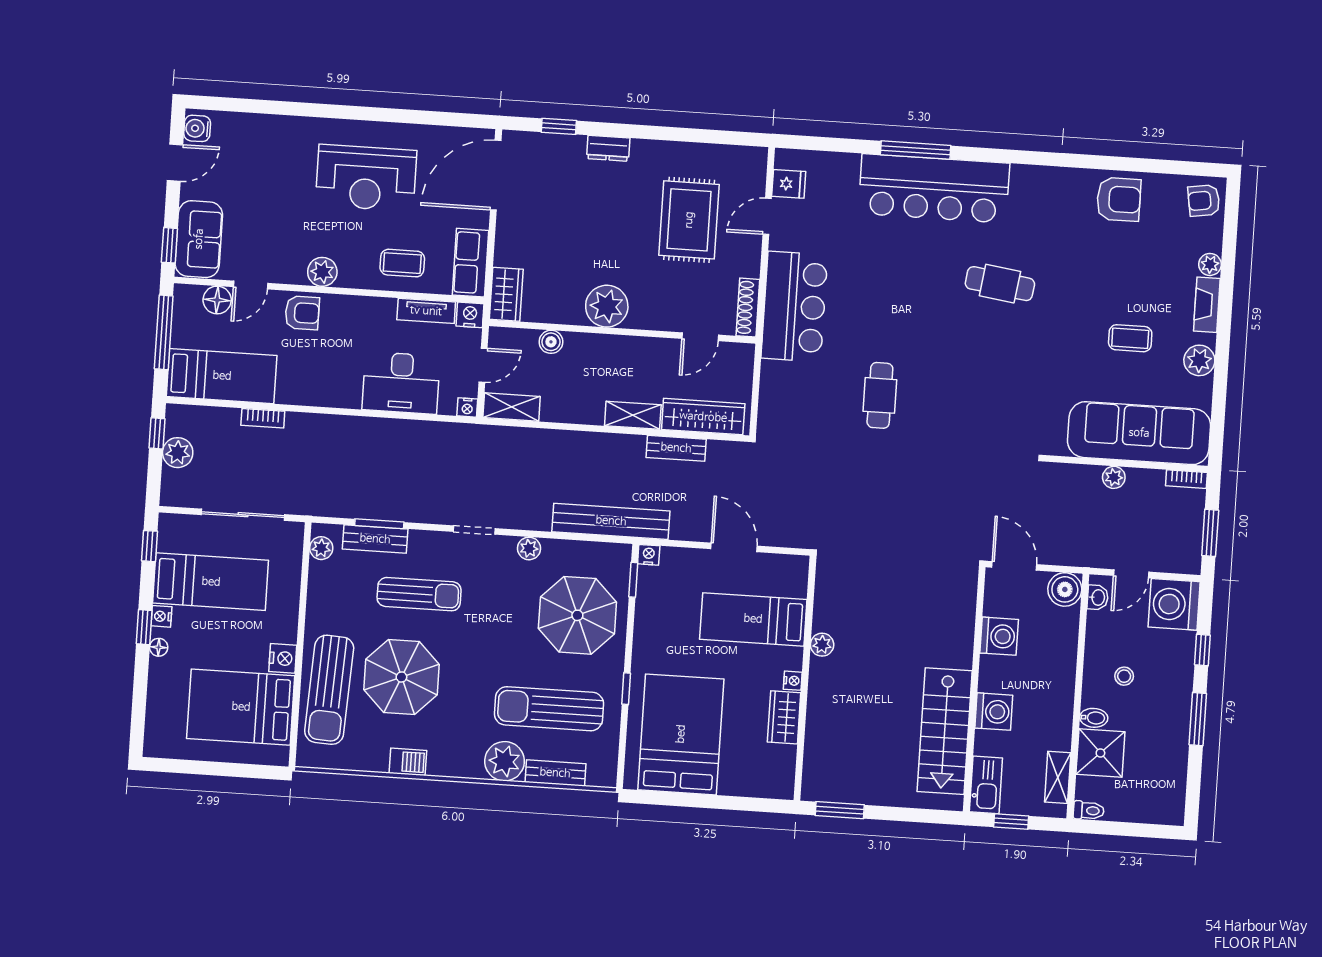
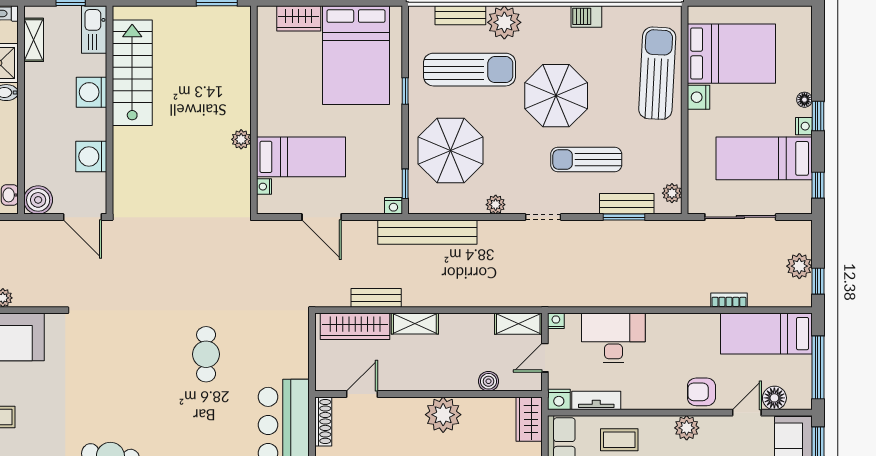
parasol: (401, 677) -> (556, 96), moved
nightstand: (793, 681) -> (264, 187), moved
wardrobe: (784, 717) -> (299, 18), moved, turned 90

